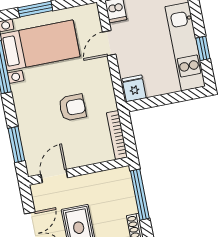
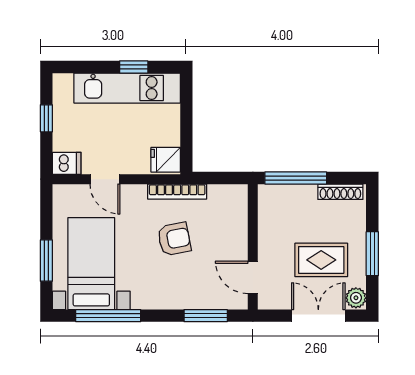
armchair: (72, 107) -> (174, 239), turned 79
bookcase: (117, 135) -> (177, 192), moved

